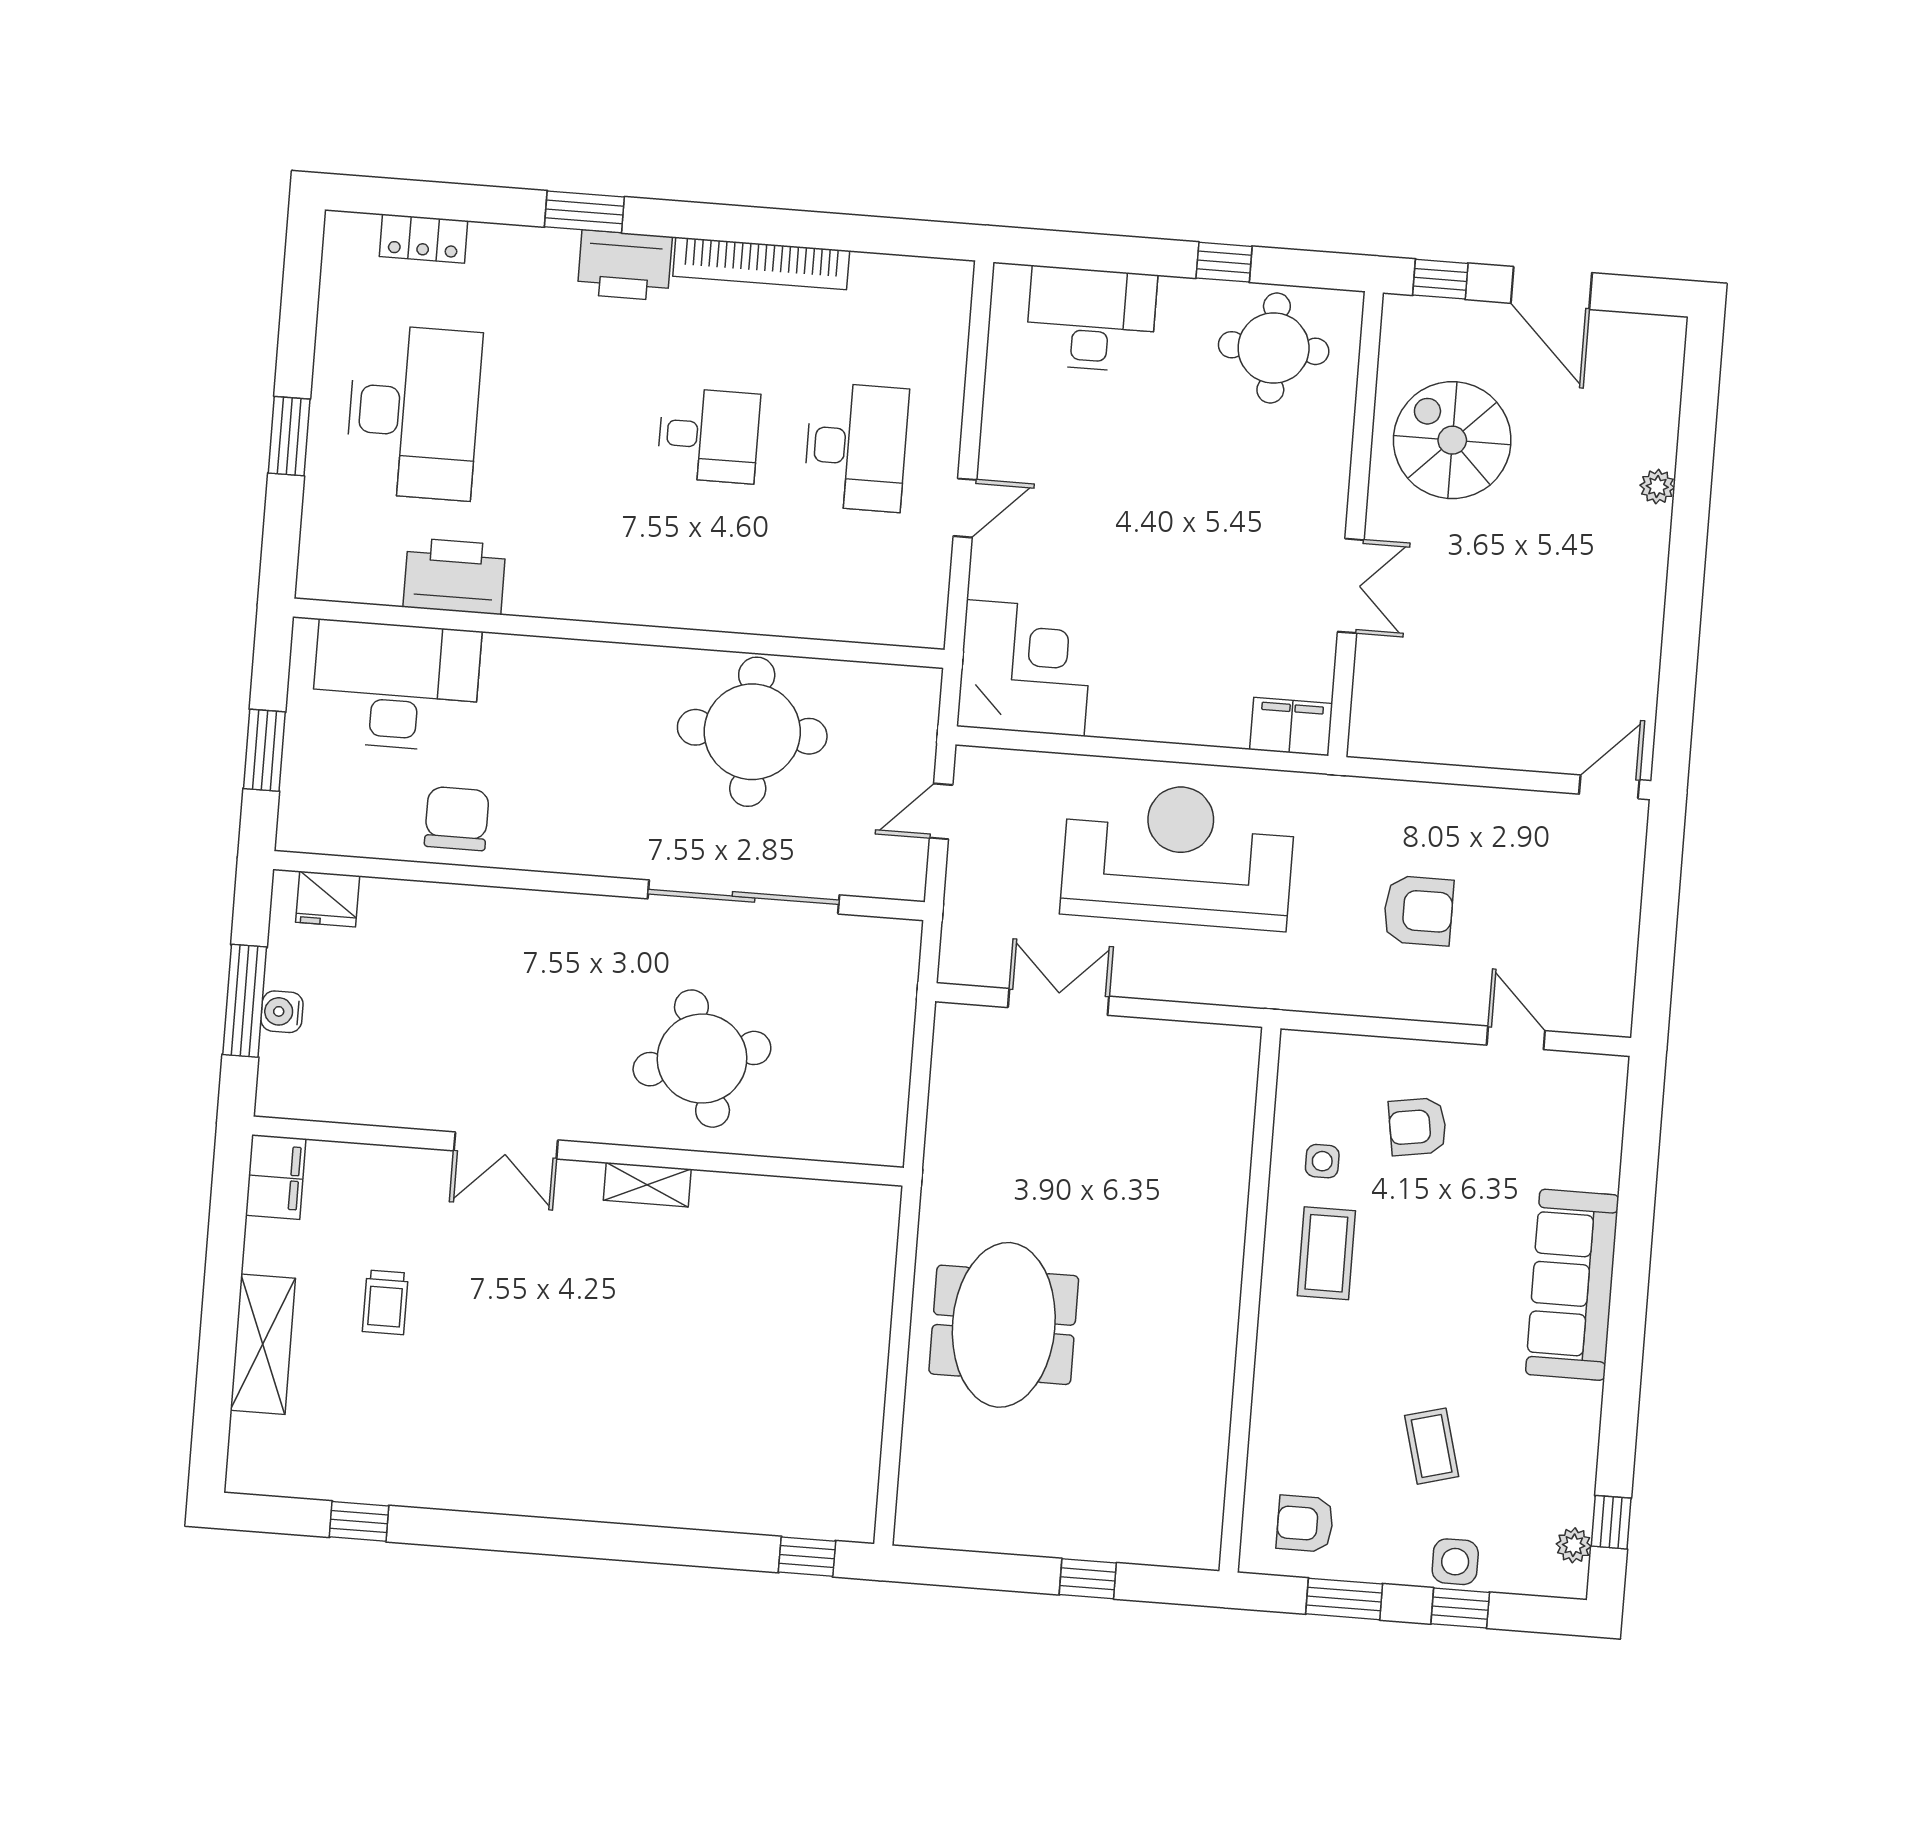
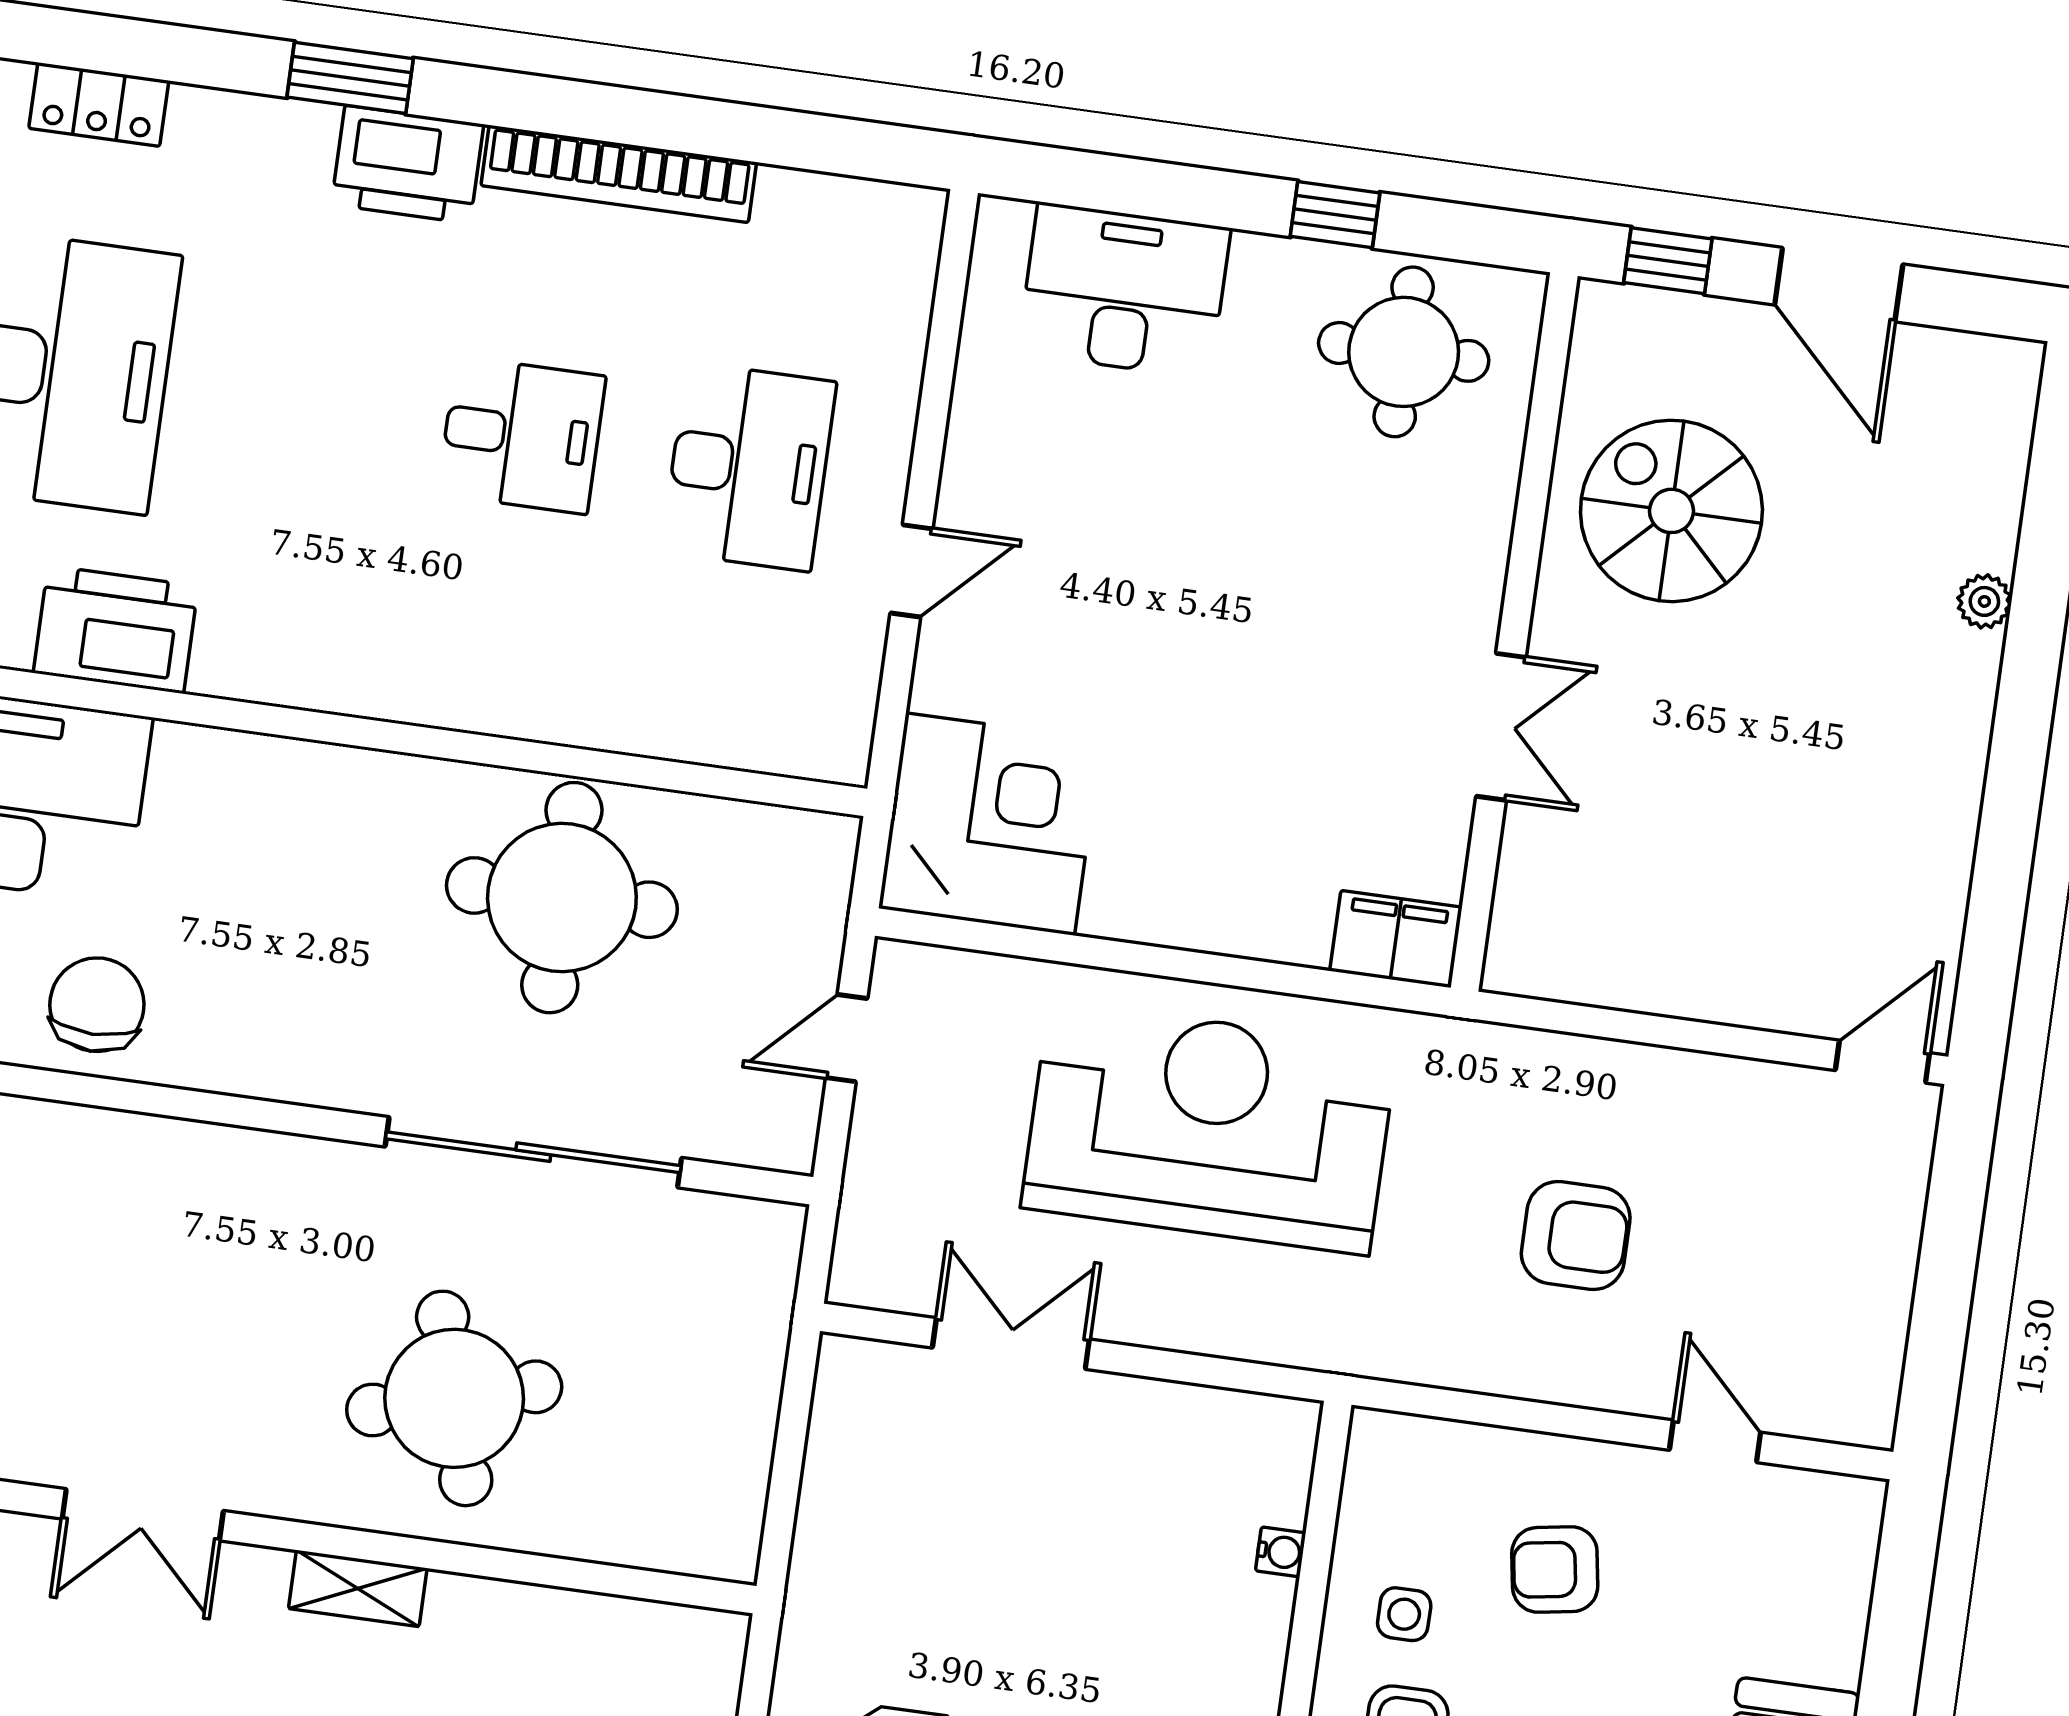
water cooler: (1240, 1126) -> (1281, 1552), added

